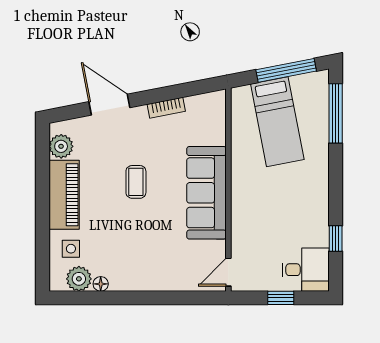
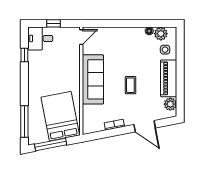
bed: (277, 122) -> (60, 116), width x1.50

